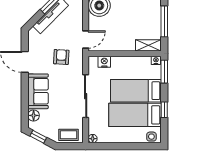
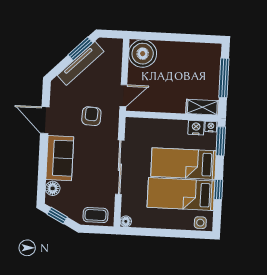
nightstand: (104, 62) -> (196, 128), moved

